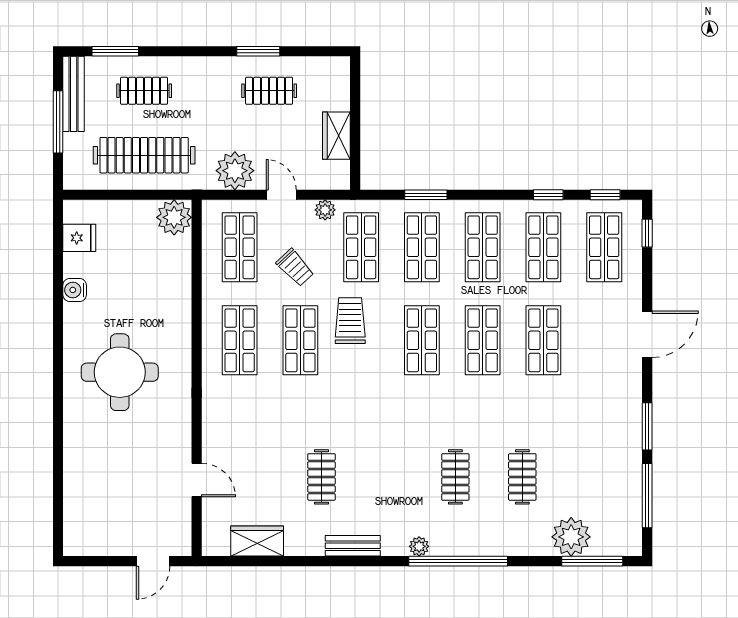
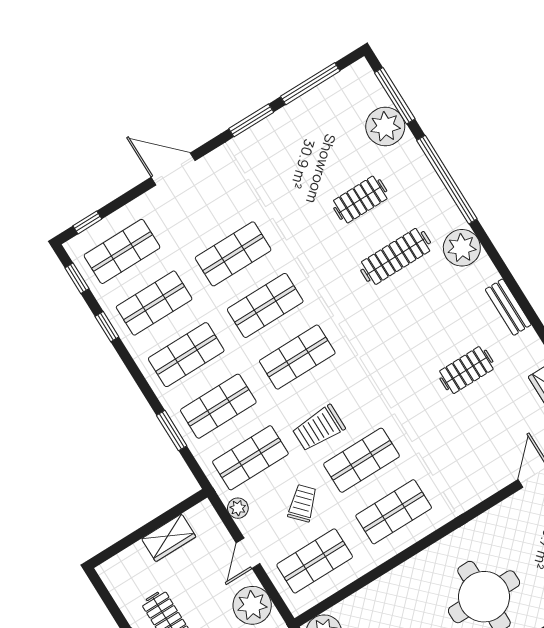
clothes rail: (455, 477) -> (396, 256), width x1.36
plant: (419, 546) -> (462, 248), width x1.88, depth x1.88
window: (458, 561) -> (447, 180), moved

